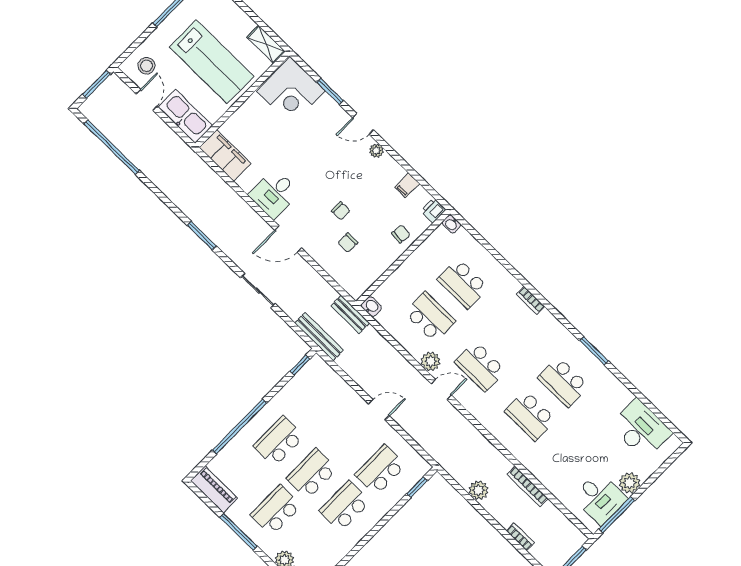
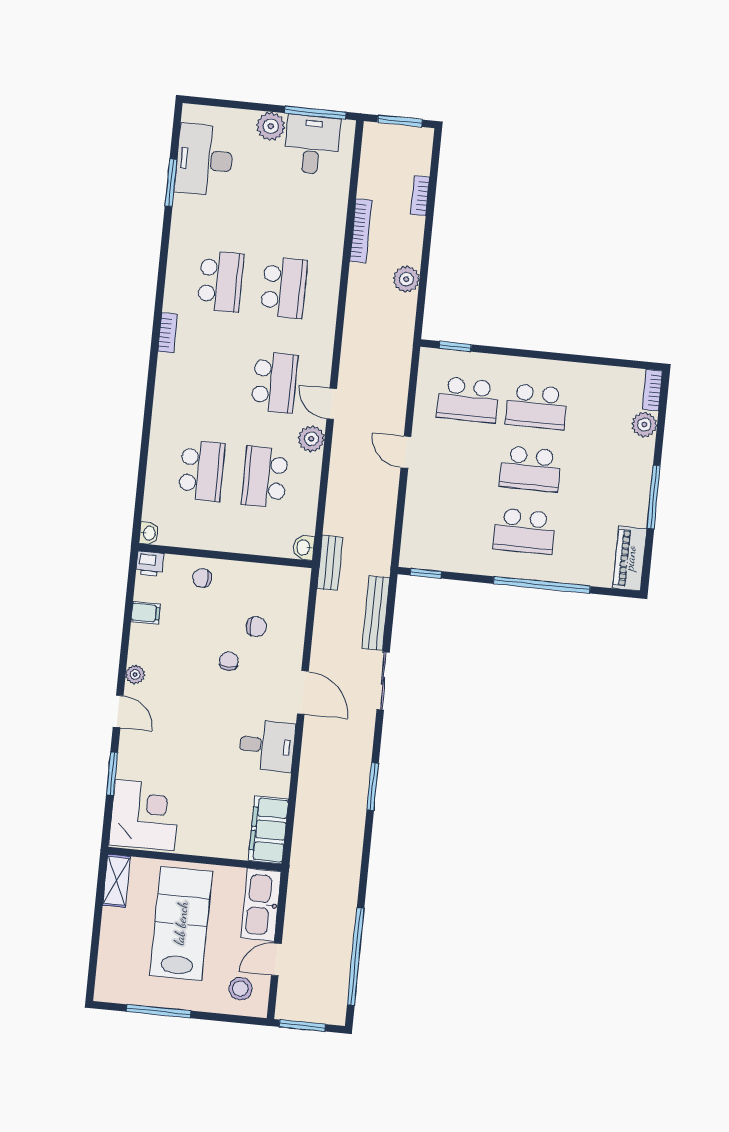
bookcase: (531, 300) -> (168, 333), moved
bench: (319, 336) -> (376, 613), moved
window: (594, 351) -> (171, 183), moved
school desk: (276, 510) -> (599, 476), removed

